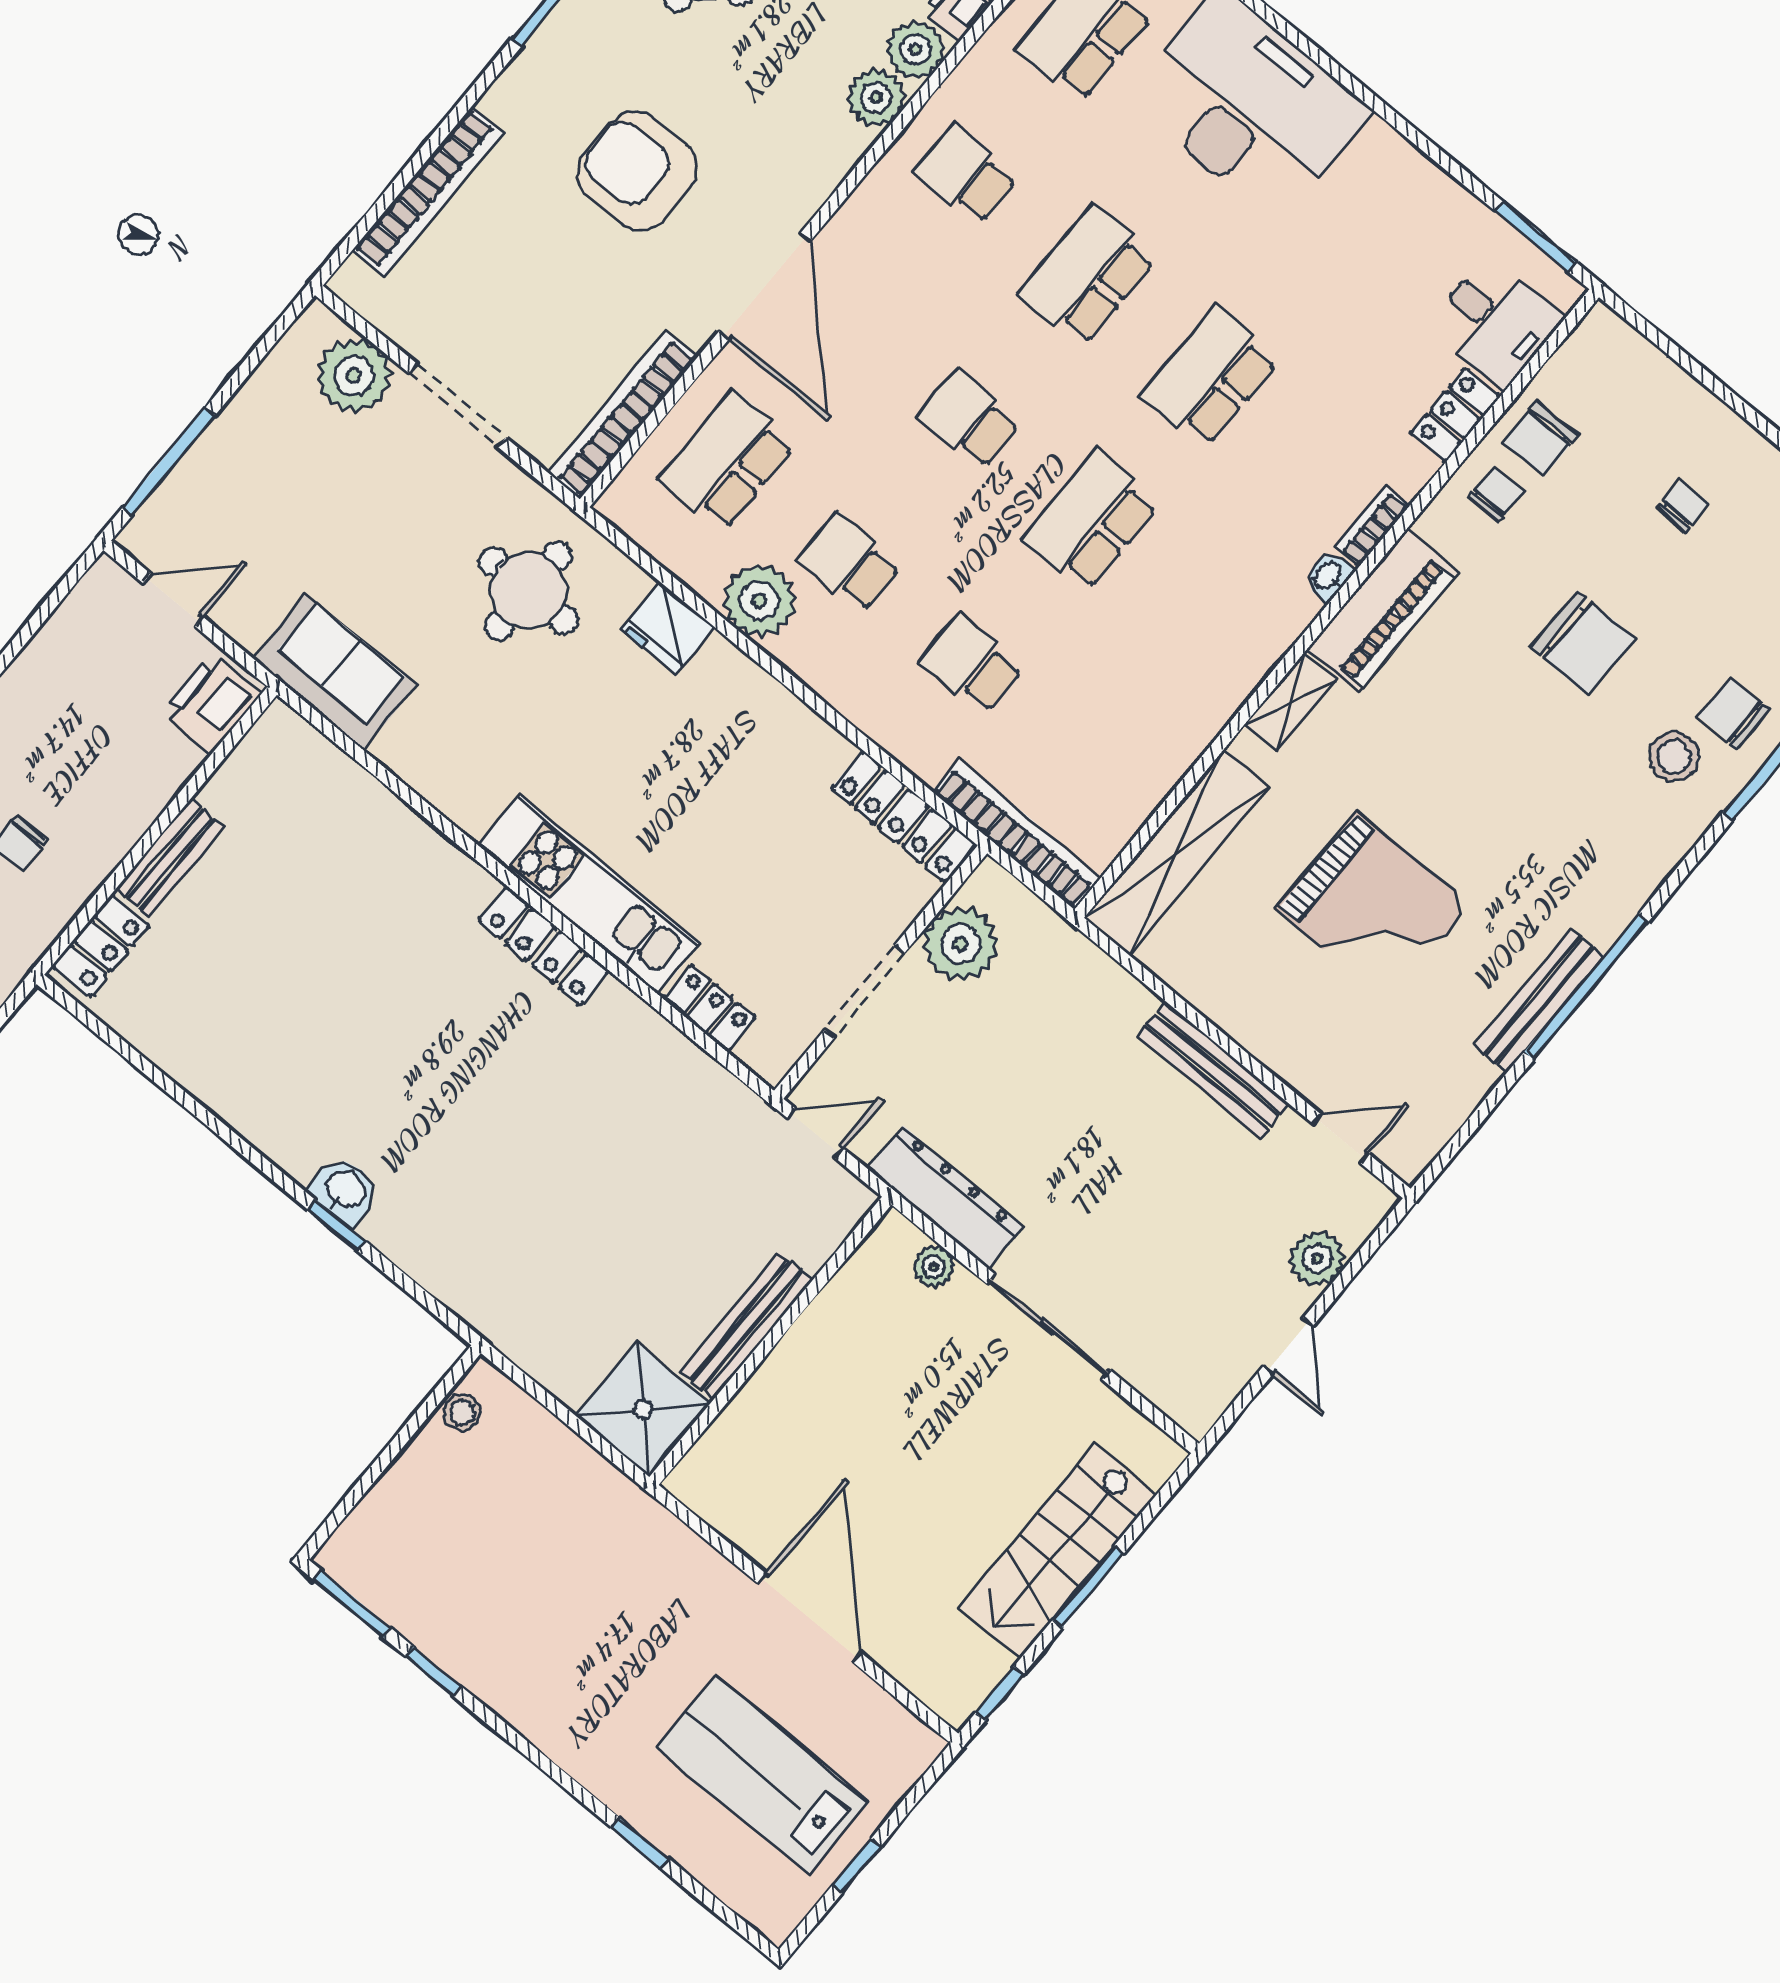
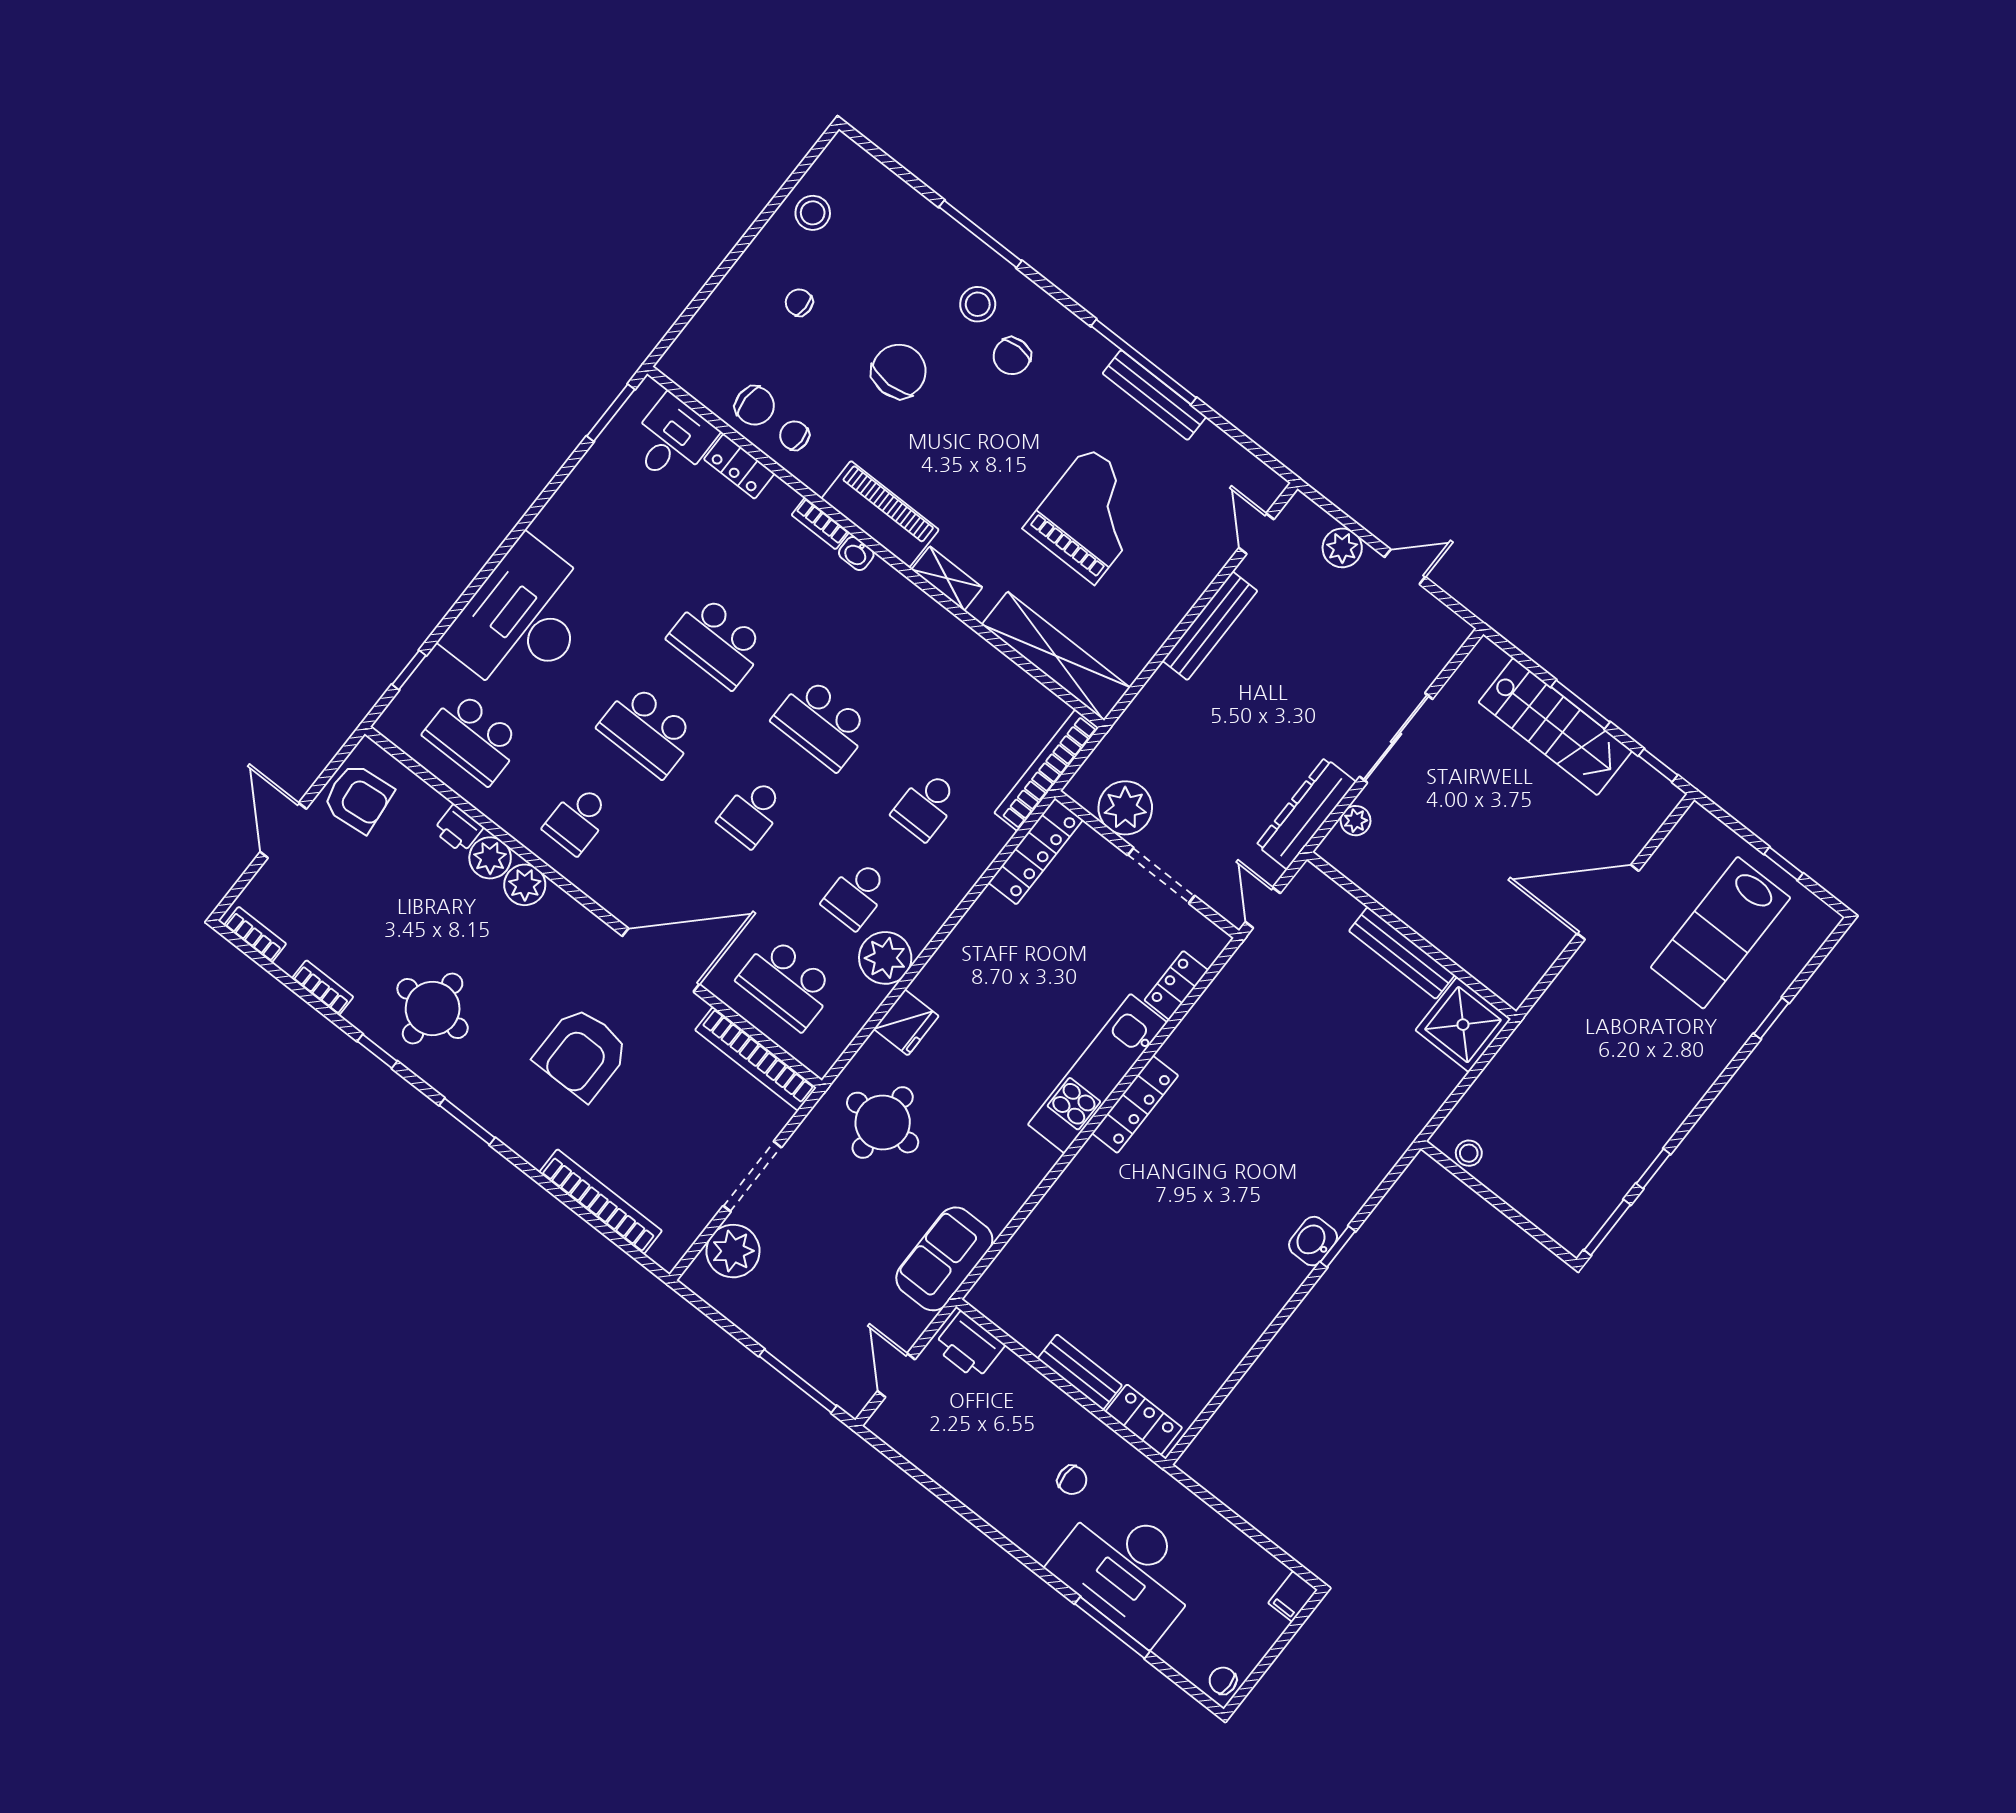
chair: (1734, 713) -> (1012, 356), moved

